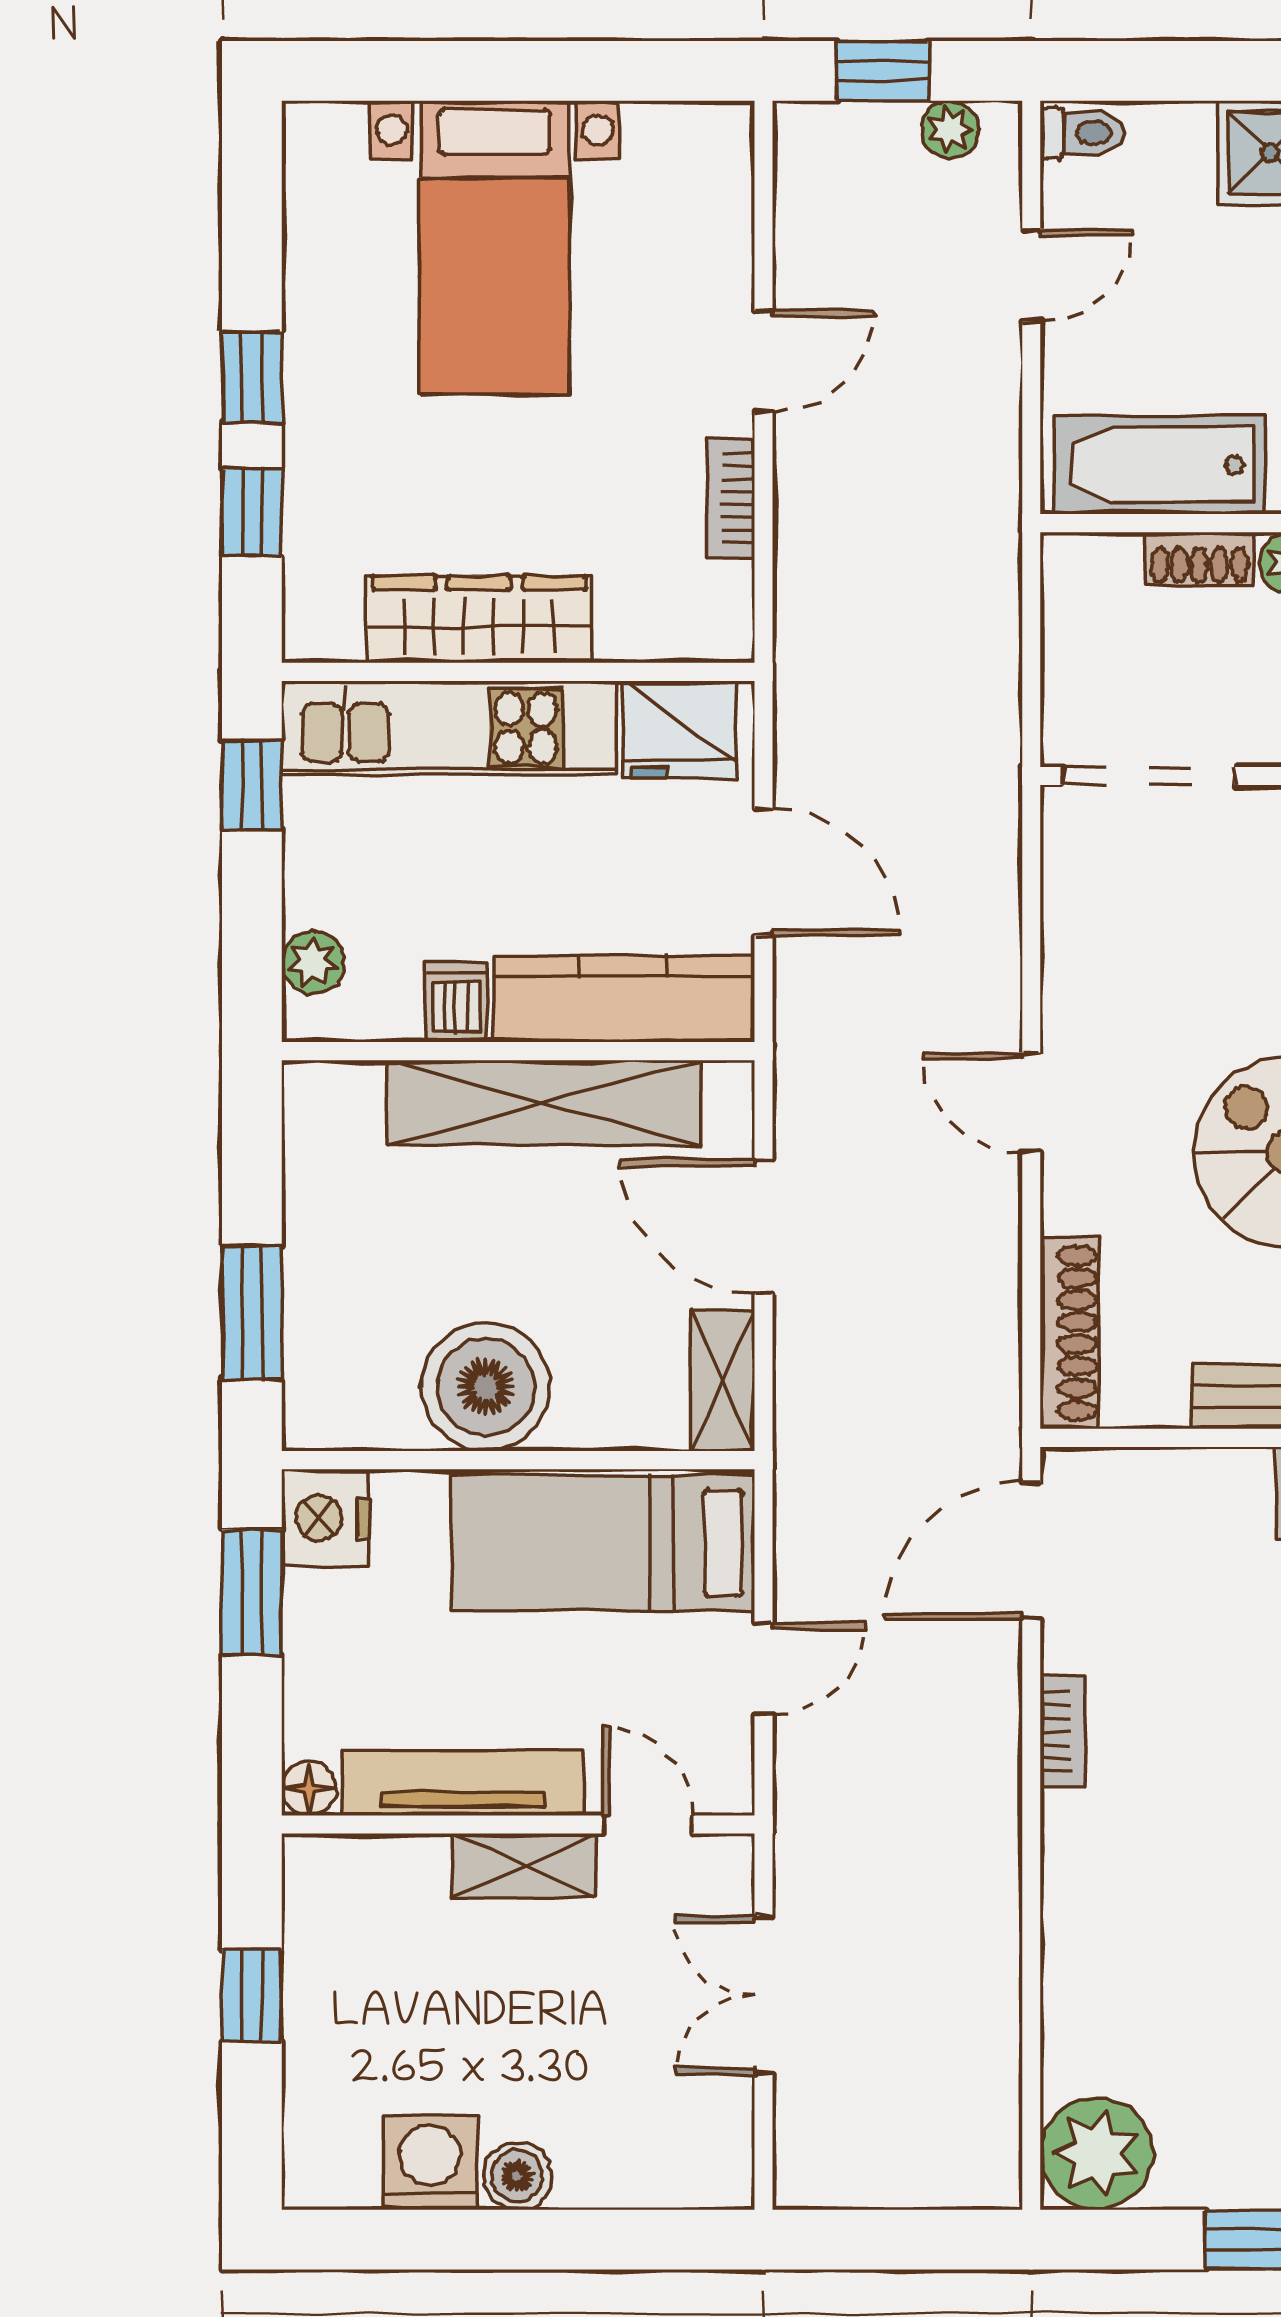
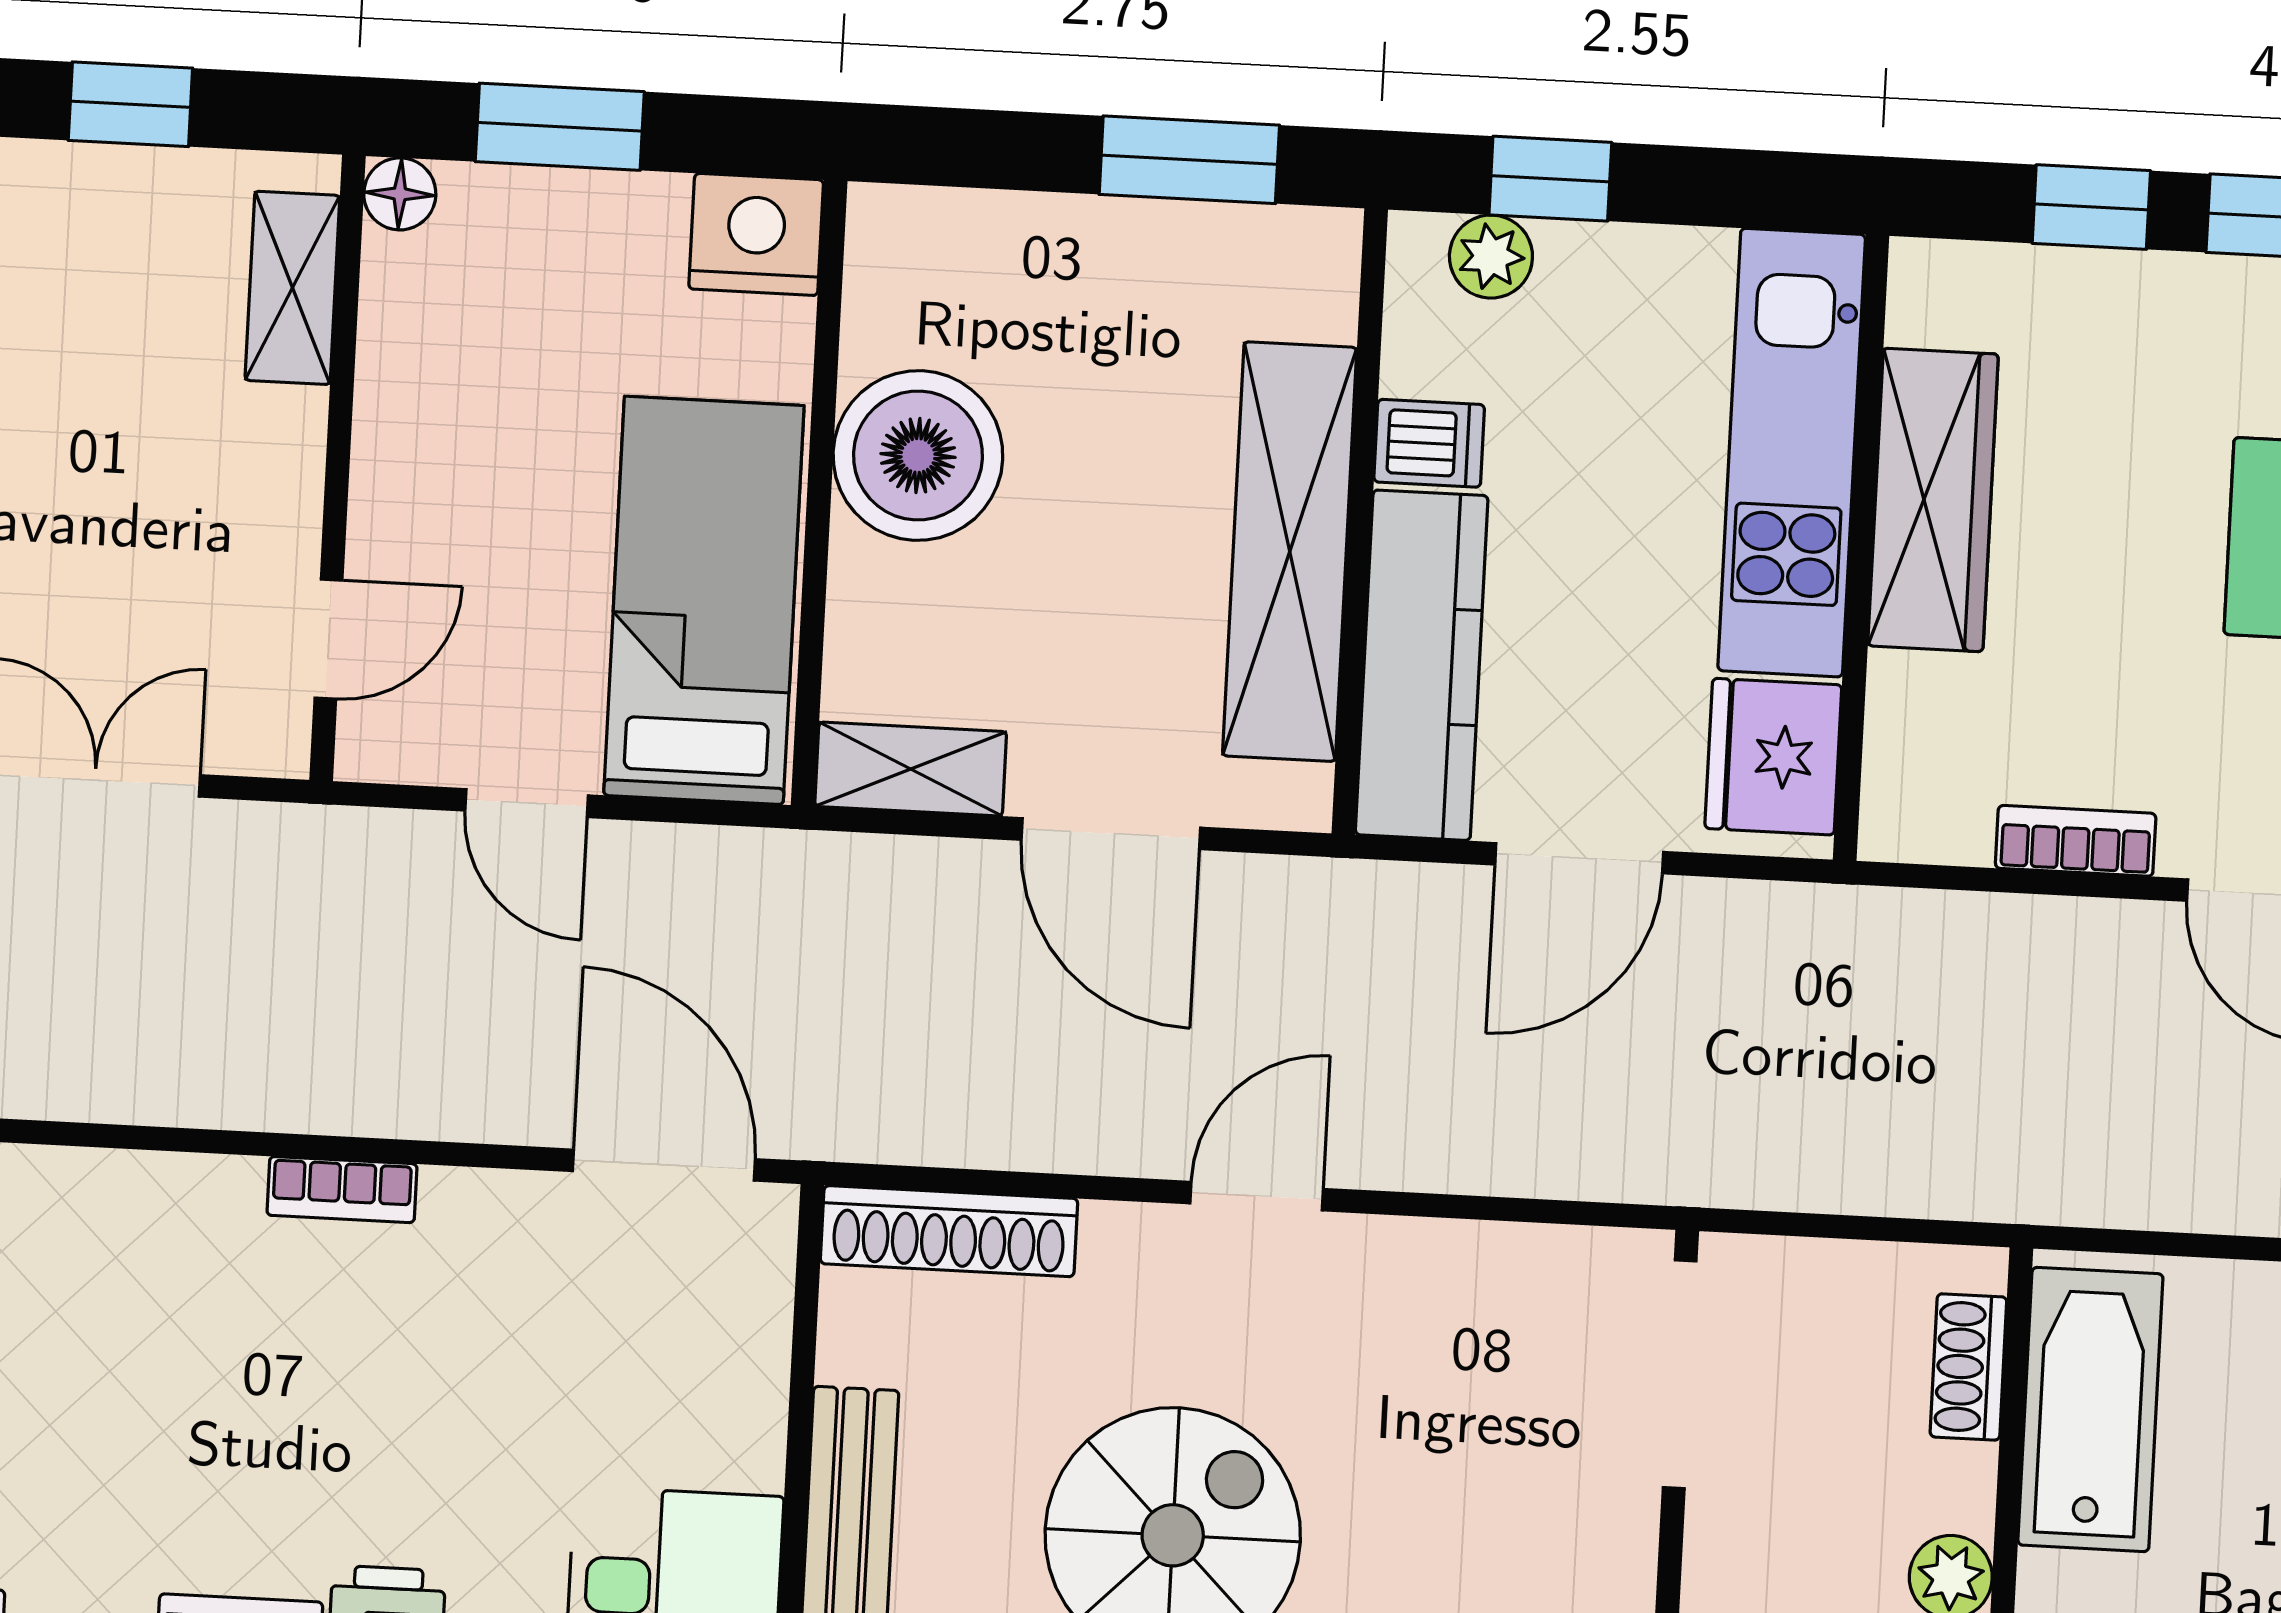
shoe rack: (1200, 558) -> (1968, 1367), moved
window: (252, 785) -> (1550, 179), moved
door: (763, 1227) -> (1111, 834), swing flipped
window: (252, 1313) -> (1189, 160), moved
window: (252, 1592) -> (560, 127), moved
bookcase: (1062, 1731) -> (342, 1190), moved
tv unit: (463, 1783) -> (396, 398), removed
shelving: (524, 1866) -> (292, 288), moved

